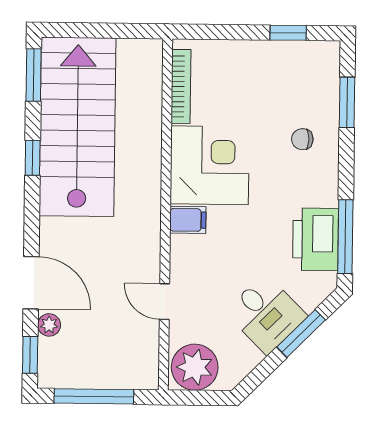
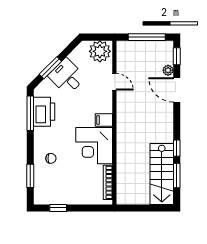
window: (34, 75) -> (177, 176), moved
stairs: (77, 127) -> (162, 174), width x0.73, depth x0.66

